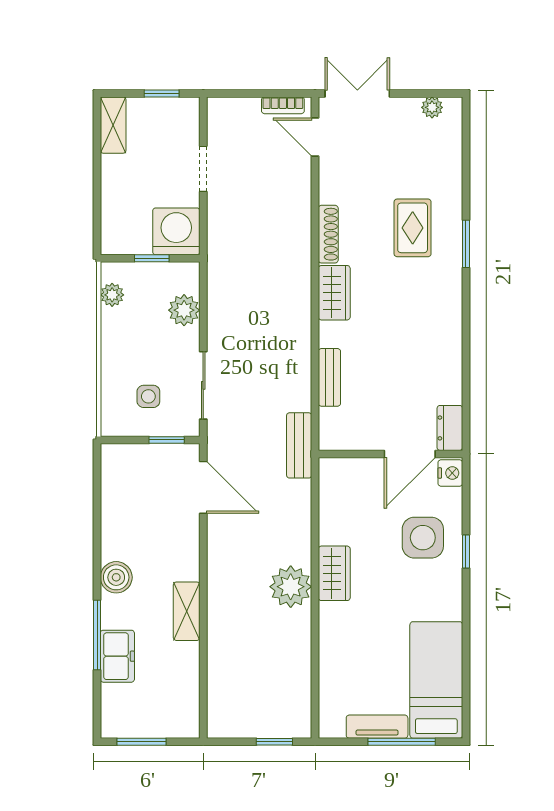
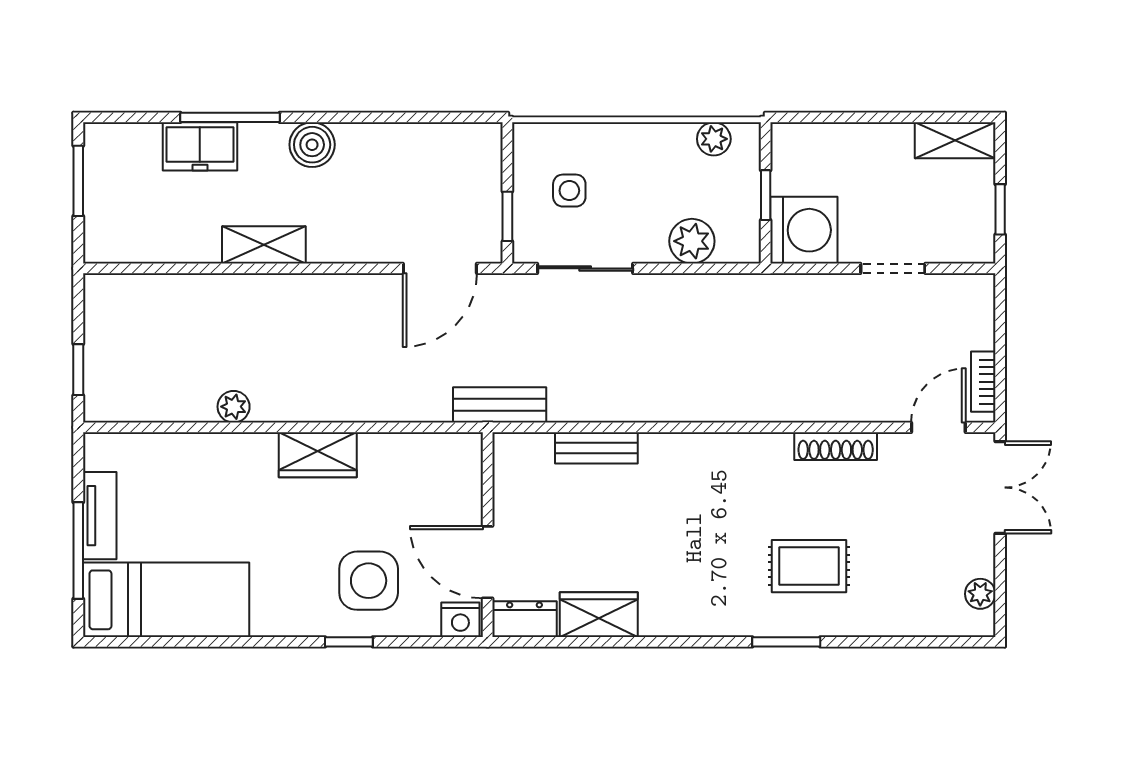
shoe rack: (328, 234) -> (836, 446), moved
wardrobe: (334, 293) -> (599, 615), moved, turned 180
plant: (291, 587) -> (234, 407), moved, width x0.53, depth x0.53

